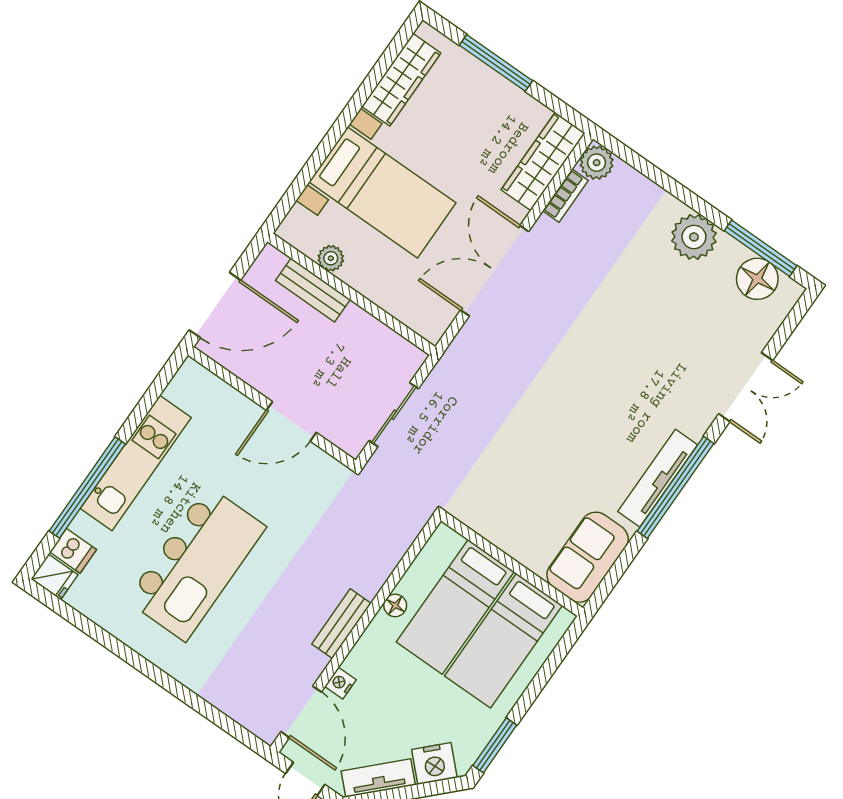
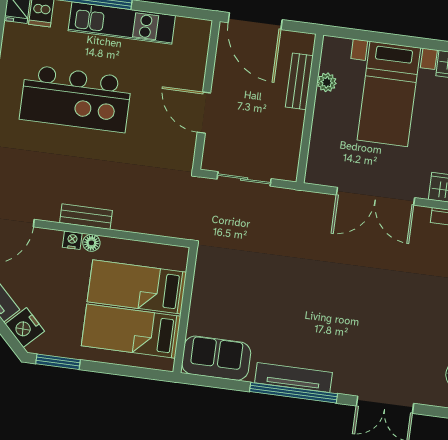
double door: (495, 271) -> (376, 196), swing flipped
floor lamp: (395, 605) -> (91, 243), moved
nightstand: (340, 683) -> (72, 240), moved

